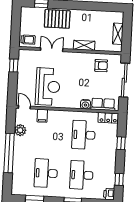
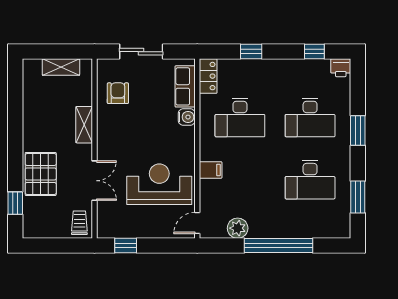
double door: (52, 50) -> (95, 181), swing flipped
sliding door: (124, 80) -> (141, 52), width x0.73
filing cabinet: (42, 116) -> (211, 170), moved

